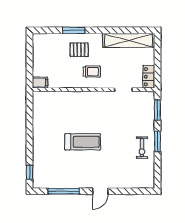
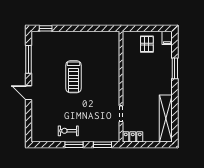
pallet: (79, 50) -> (147, 44), moved
trolley: (92, 72) -> (137, 85), removed
filing cabinet: (40, 83) -> (167, 38), moved

